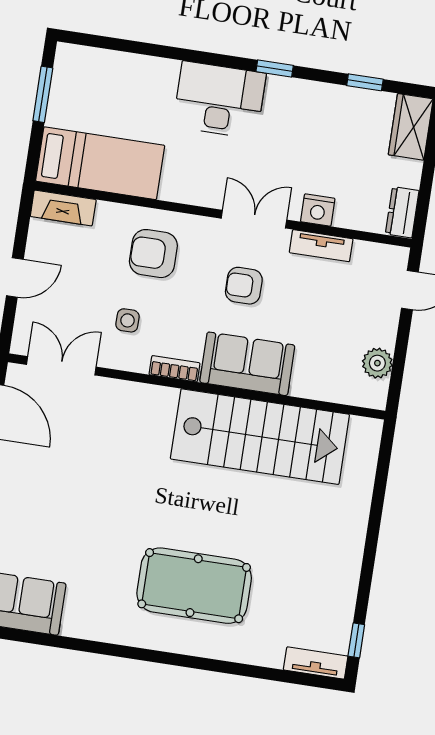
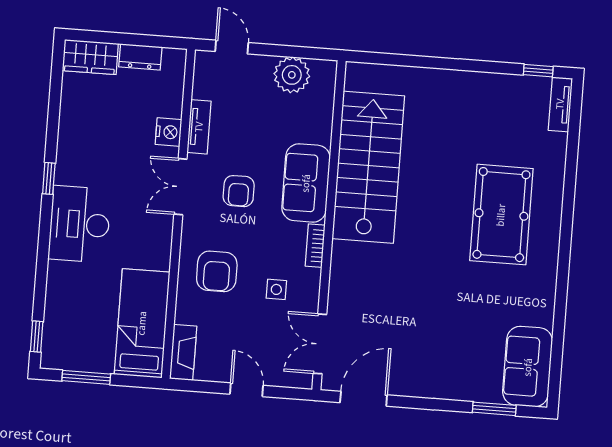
window: (365, 82) -> (37, 337), moved
dresser: (402, 212) -> (140, 57), moved
plant: (377, 363) -> (292, 75), width x1.36, depth x1.36

